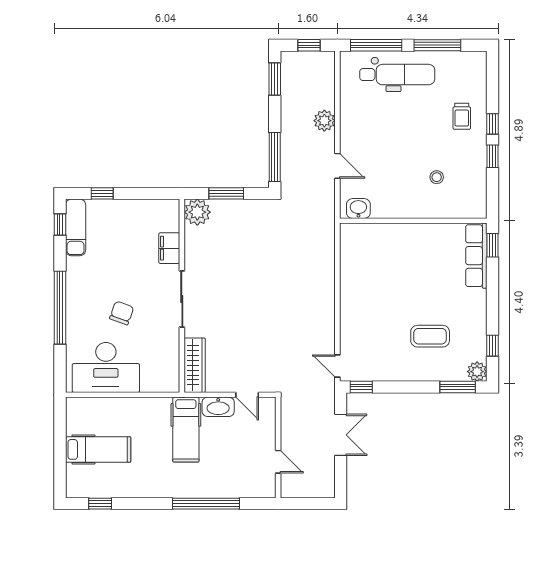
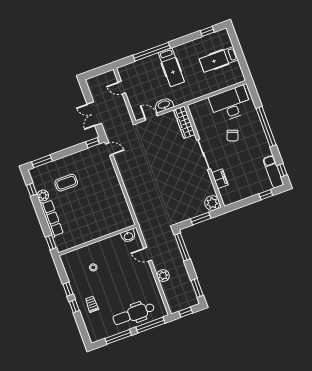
row of seats: (476, 256) -> (52, 218), moved
plant: (477, 372) -> (43, 195), moved
hospital bed: (186, 430) -> (171, 67), moved, turned 180

